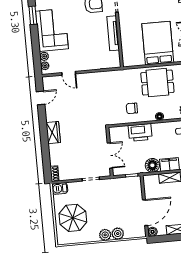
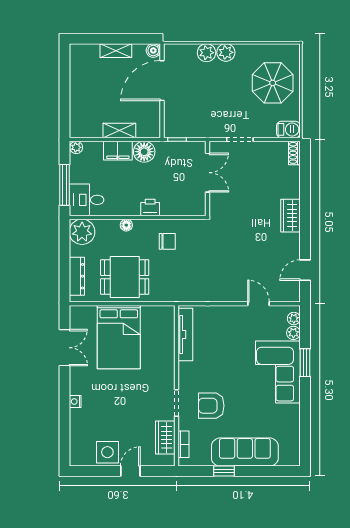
window: (33, 15) -> (305, 363), moved
tv unit: (113, 33) -> (185, 335), moved
printer: (140, 132) -> (150, 207), width x0.53, depth x0.68
double door: (110, 156) -> (207, 173), swing flipped

